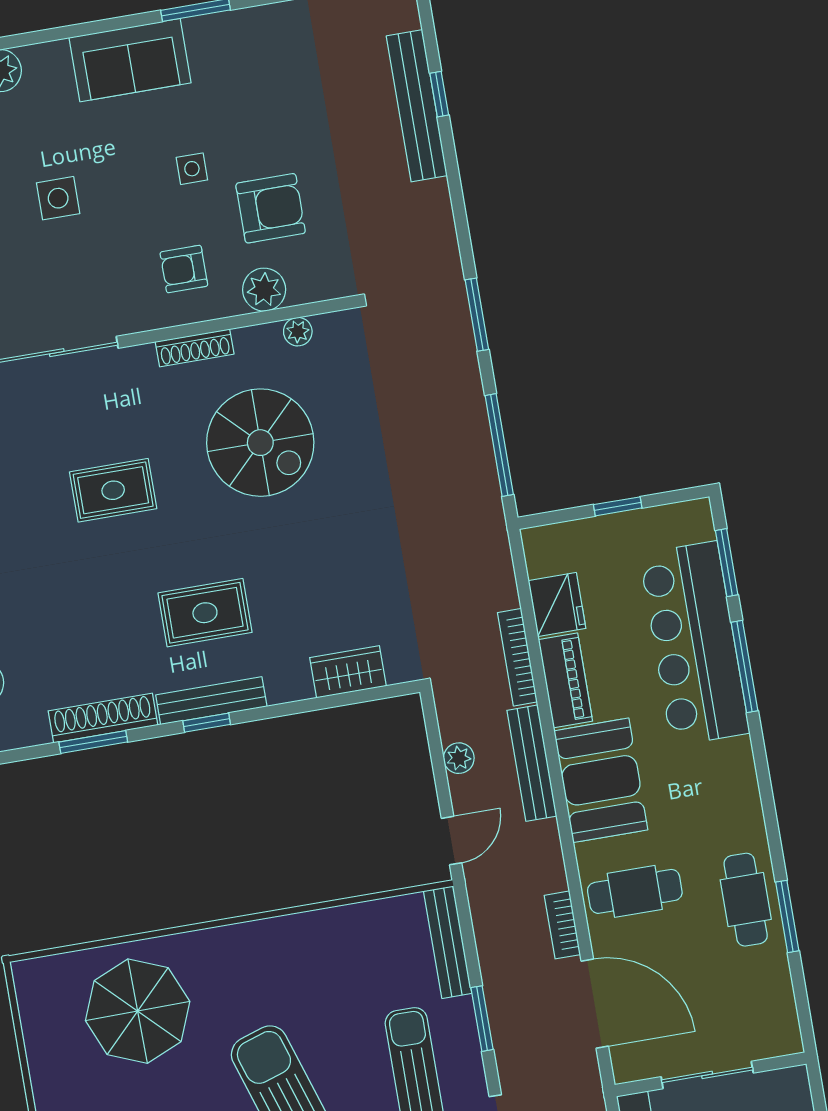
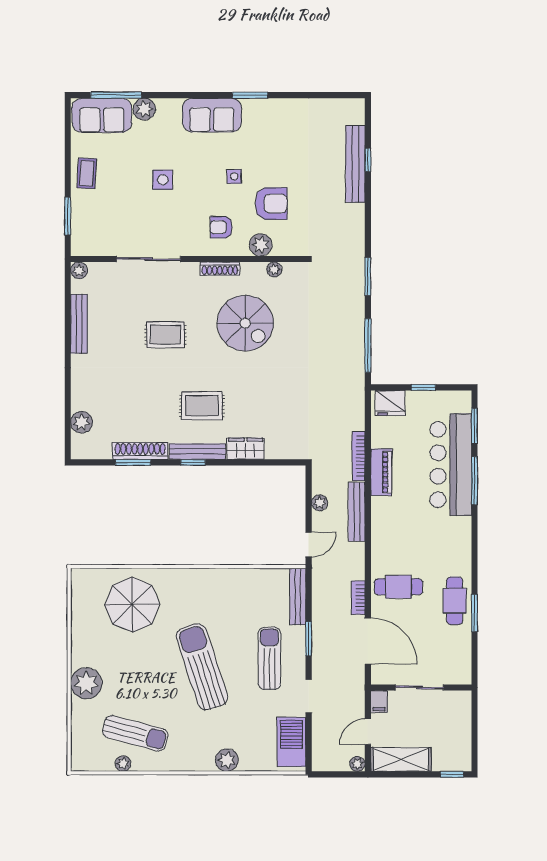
fridge: (557, 605) -> (390, 403), moved, turned 90
wardrobe: (348, 672) -> (246, 449), moved
booth: (601, 780) -> (391, 527), removed

